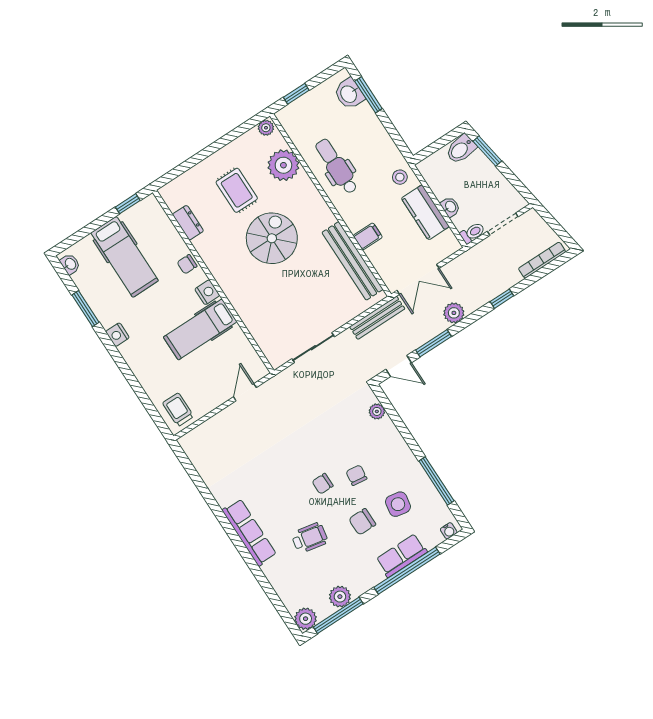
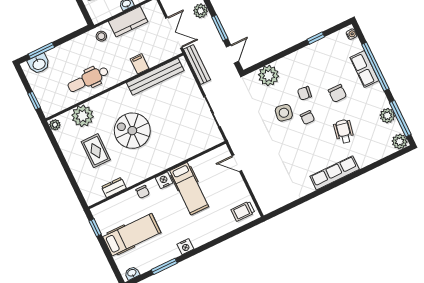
rug: (237, 190) -> (96, 151), turned 90
plant: (377, 411) -> (269, 76), width x1.87, depth x1.87
window: (436, 481) -> (316, 38), width x0.46
side table: (398, 504) -> (284, 113), moved

